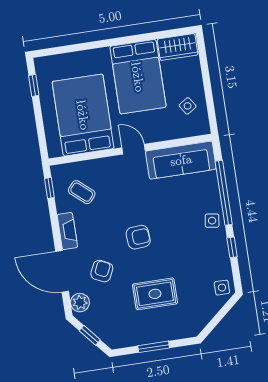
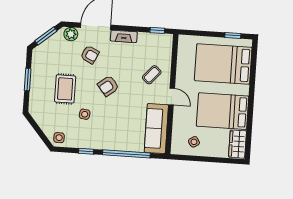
bed: (83, 115) -> (223, 64), moved, turned 180
door: (134, 149) -> (172, 97), hinge flipped
coffee table: (82, 192) -> (152, 75), moved
side table: (212, 221) -> (85, 114), moved
armchair: (138, 237) -> (108, 86), turned 56
window: (90, 335) -> (46, 36), width x1.50

